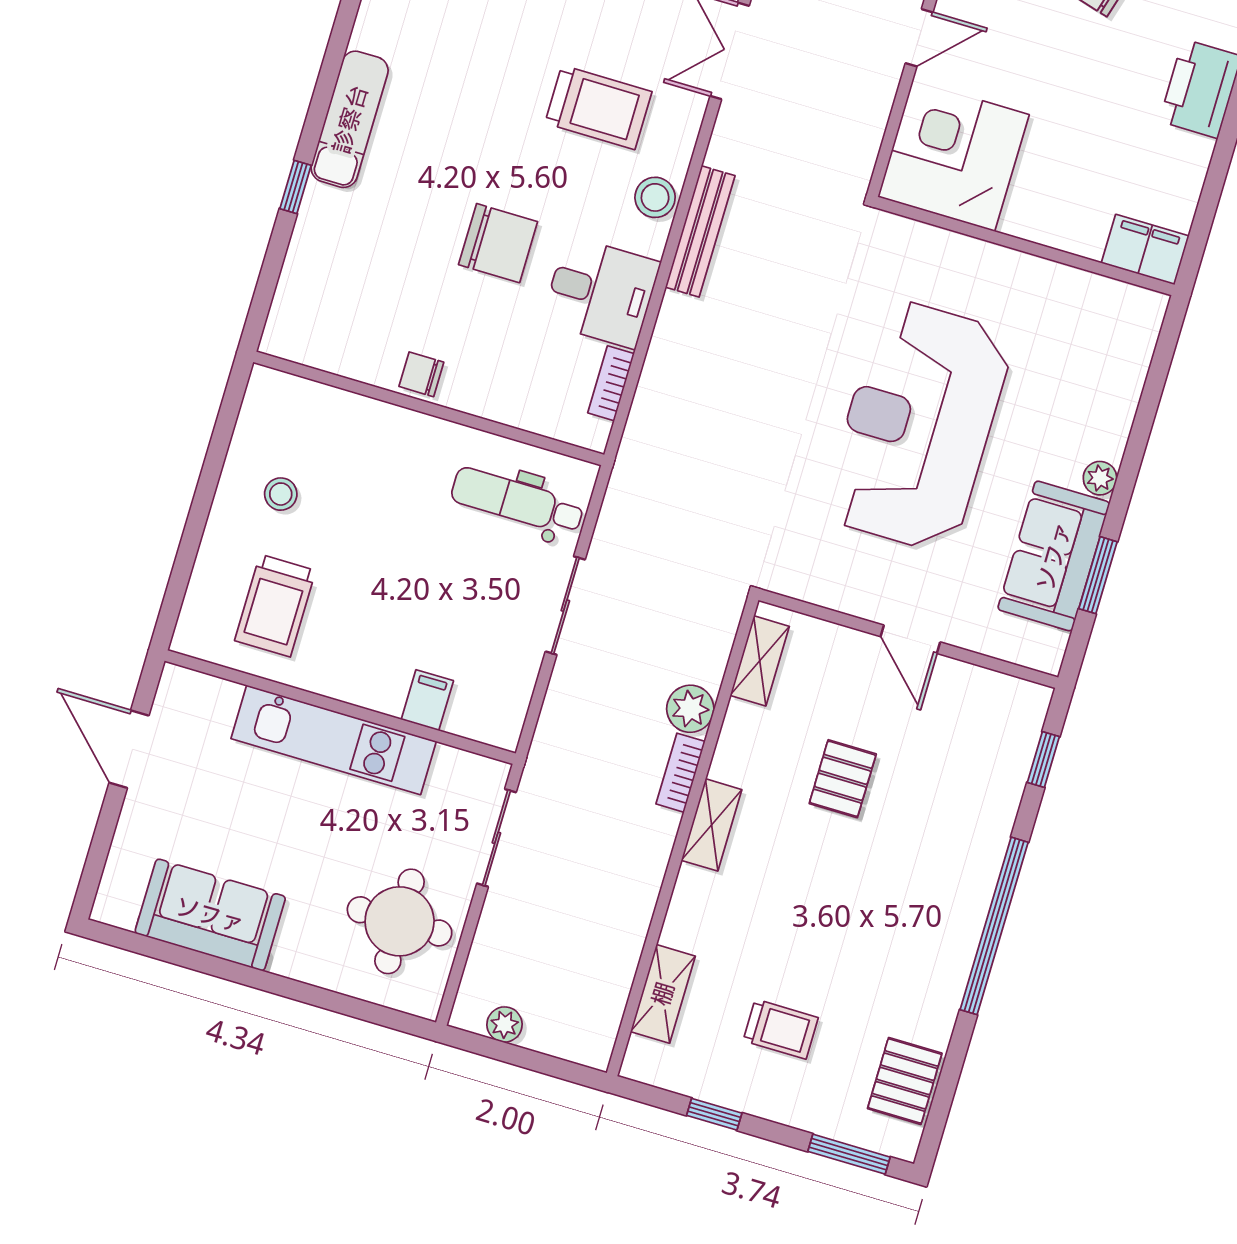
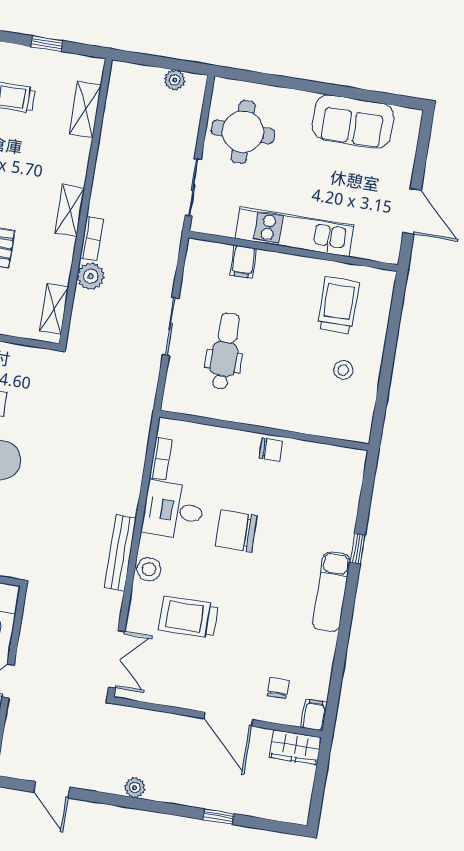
dental chair: (517, 501) -> (225, 351), moved, turned -90

